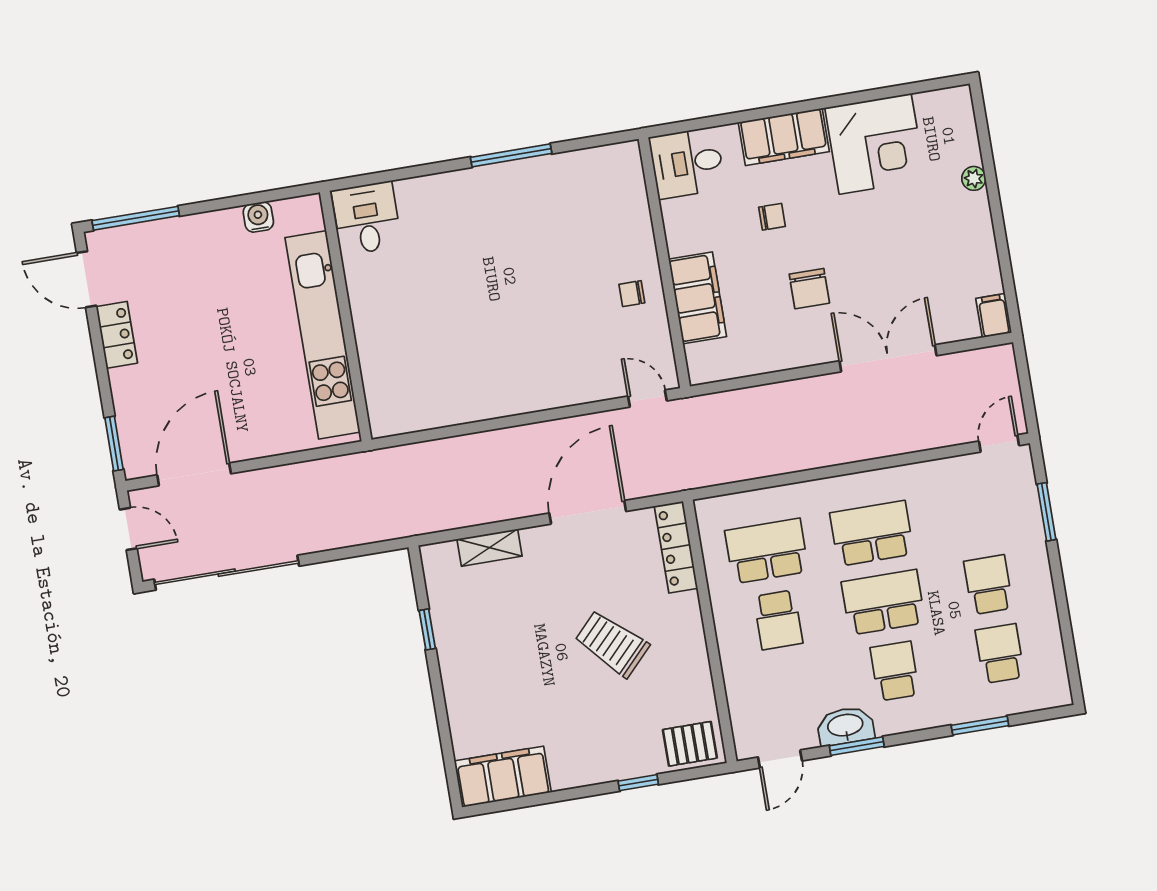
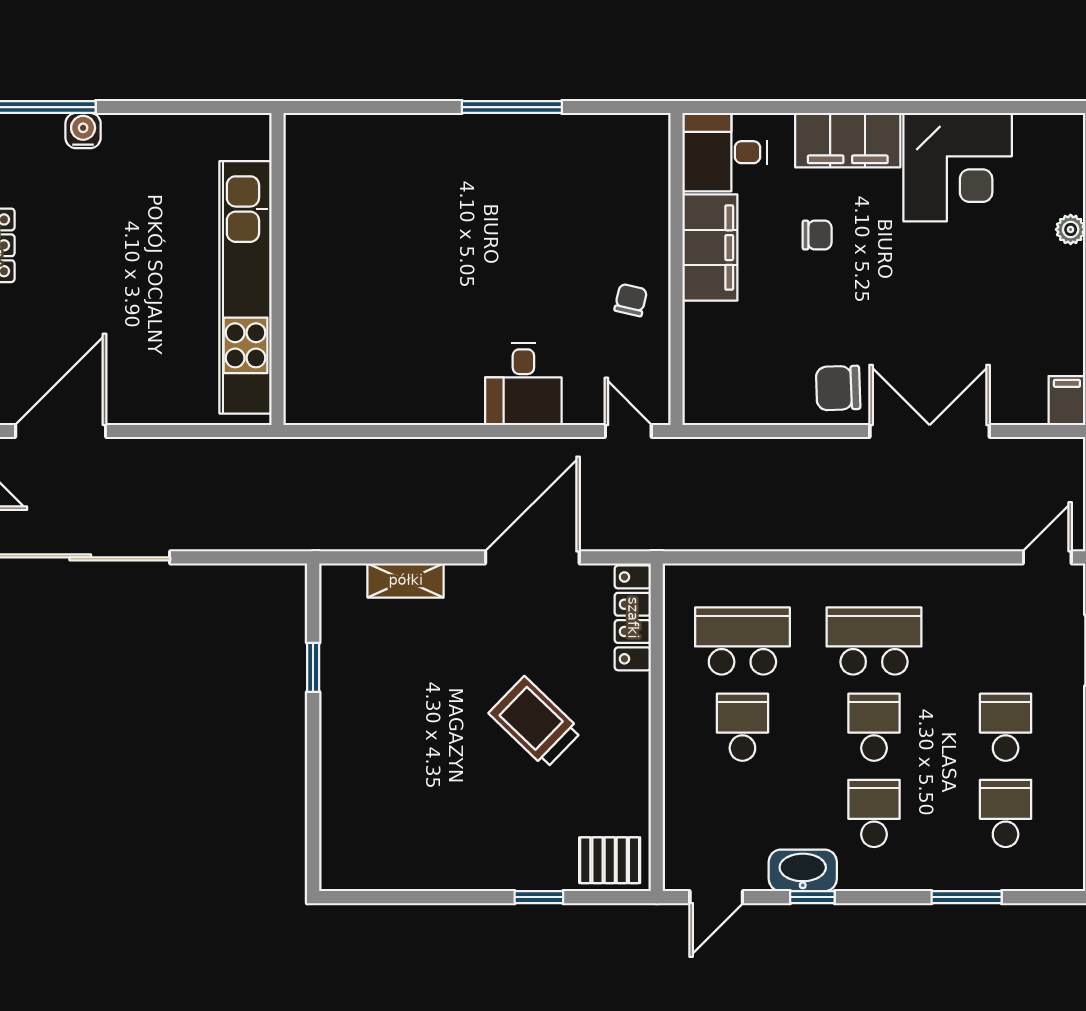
water cooler: (258, 217) -> (83, 131), moved
desk: (367, 218) -> (523, 384), moved, turned 180
chair: (809, 289) -> (838, 388), moved, turned 88
chair: (632, 294) -> (631, 300), turned 103
filing cabinet: (698, 298) -> (710, 248), moved
school desk: (883, 602) -> (874, 727), width x0.54
school desk: (778, 620) -> (742, 727), turned 180
window: (857, 746) -> (812, 897), width x0.67
filing cabinet: (503, 777) -> (375, 862), removed

